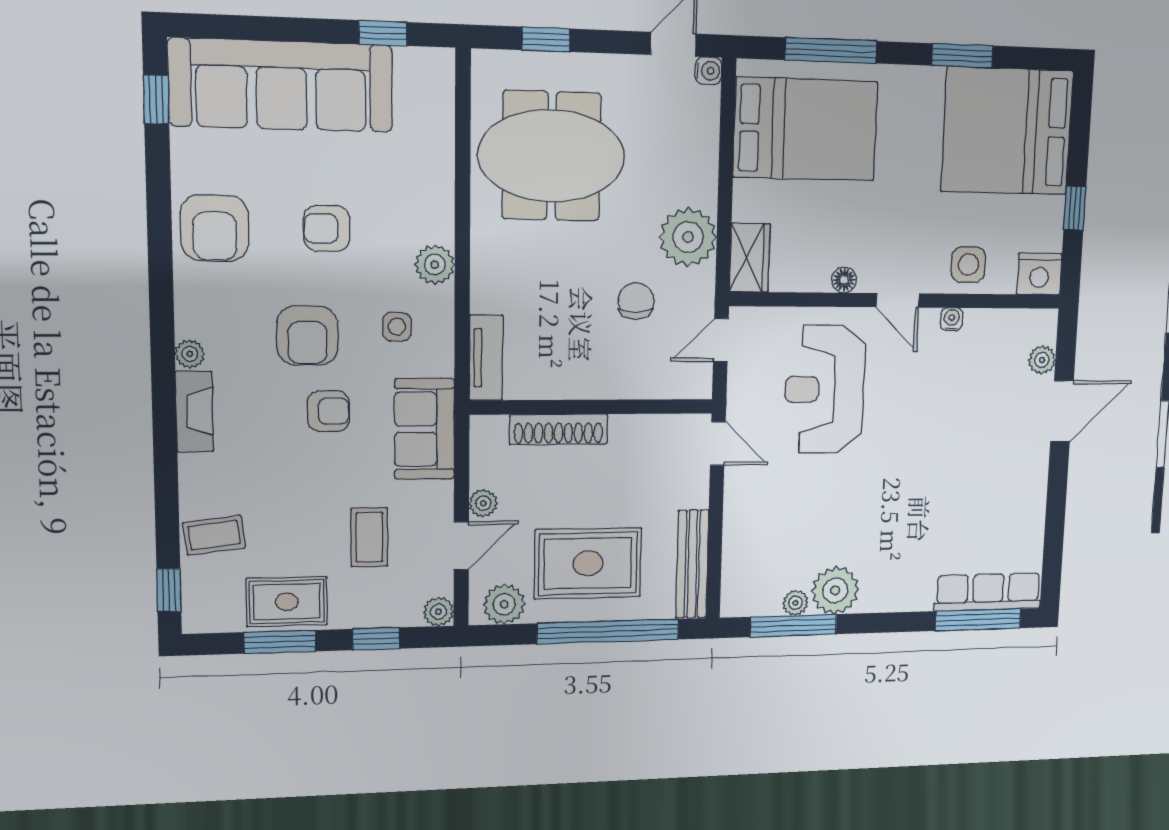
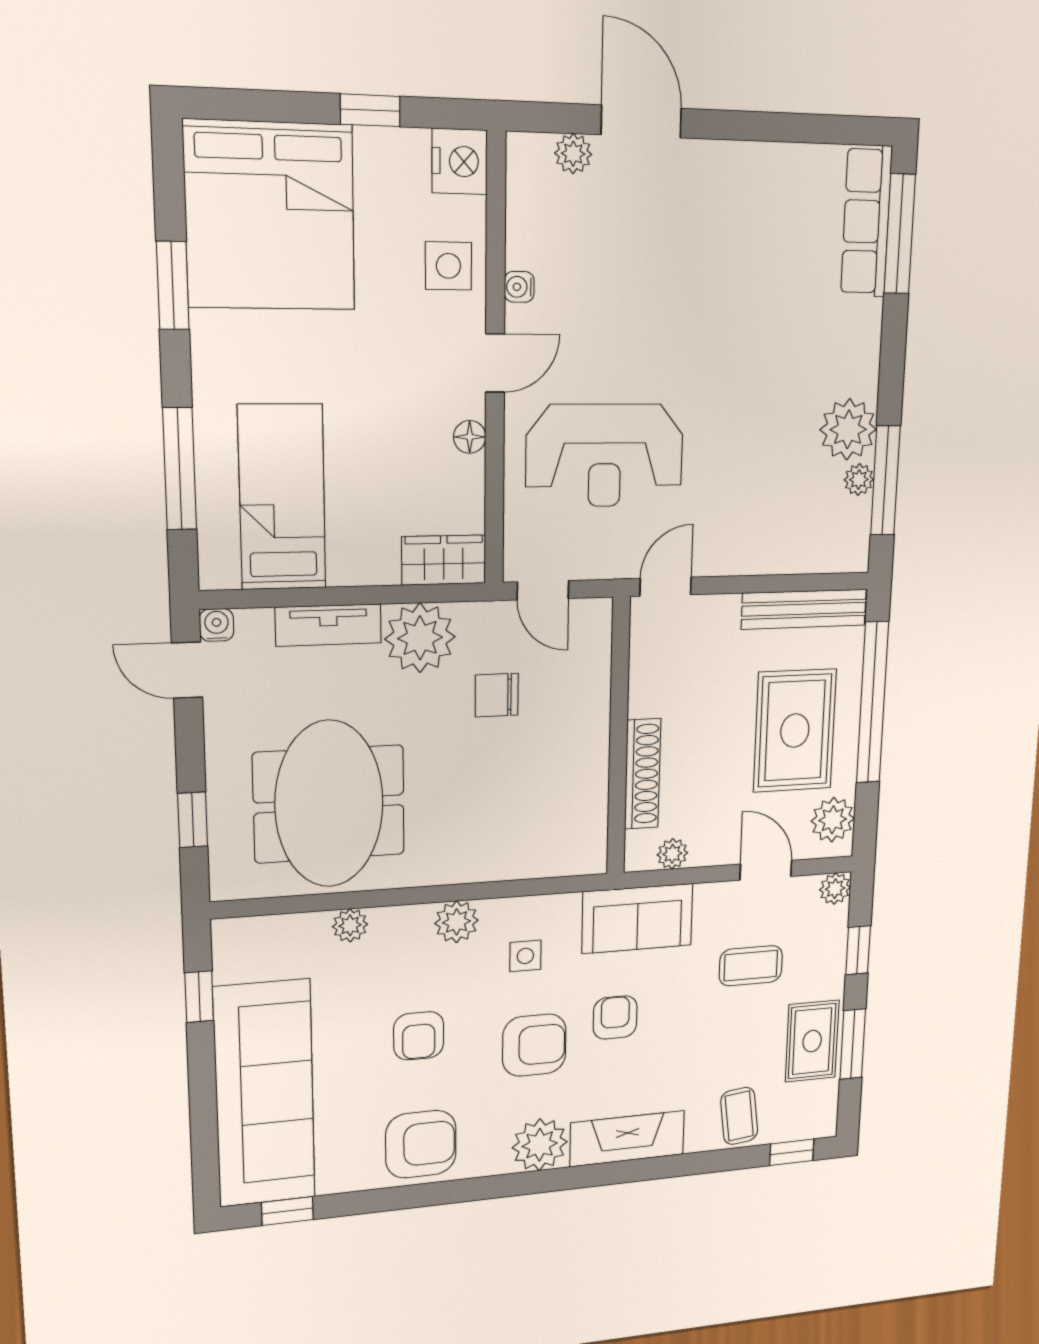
bed: (805, 129) -> (282, 497), width x0.67
plant: (439, 170) -> (350, 925), added
plant: (190, 354) -> (540, 1145), width x1.88, depth x1.88
tv unit: (486, 358) -> (328, 625), moved, turned 180
fireplace: (194, 412) -> (627, 1139), width x1.37, depth x1.32
plant: (483, 503) -> (672, 854), moved

